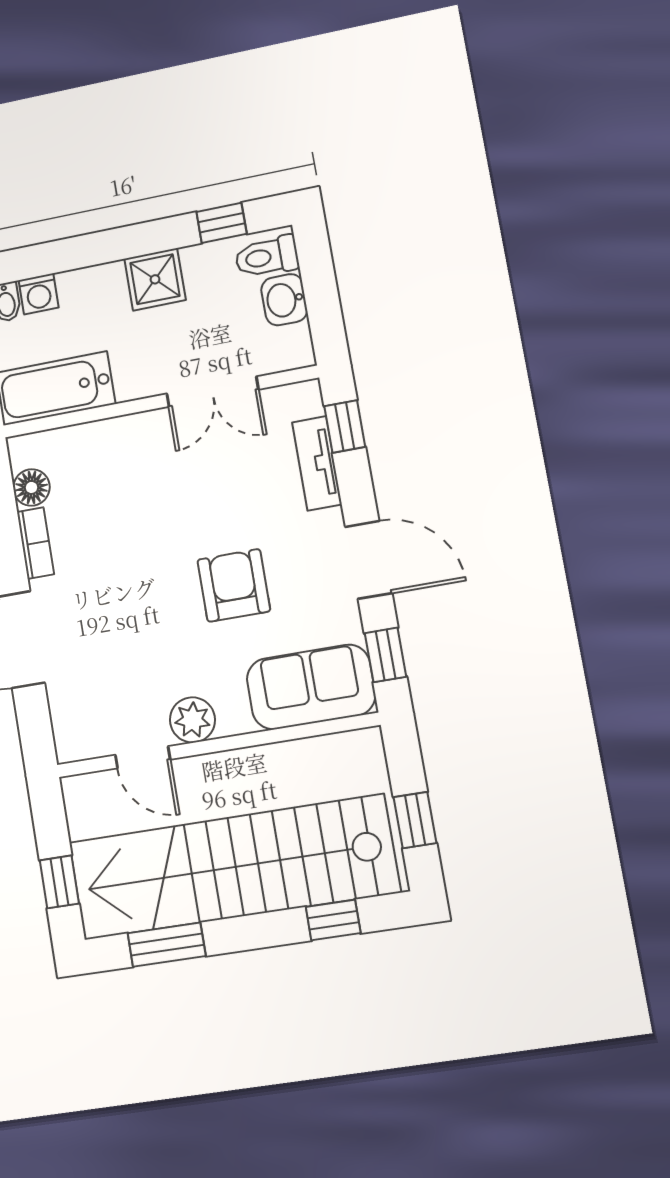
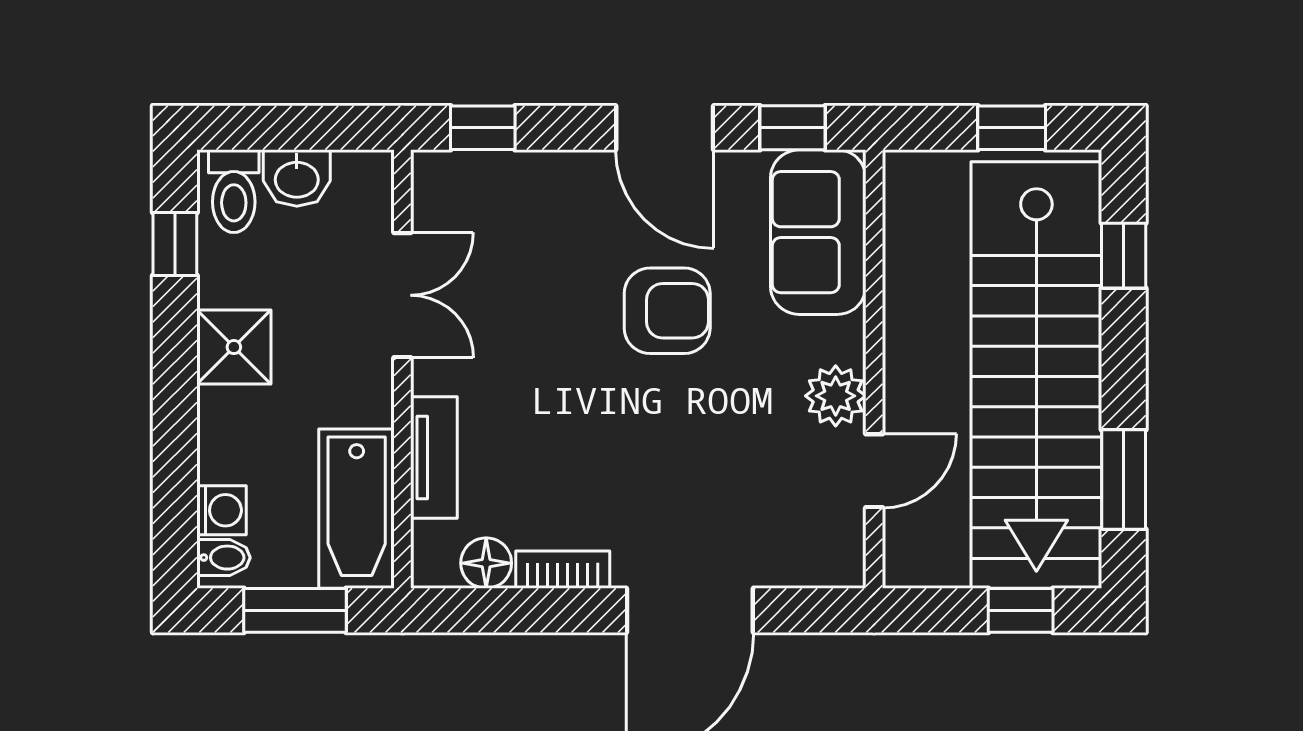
tv unit: (317, 463) -> (434, 458), moved, turned -90
door: (369, 560) -> (665, 128), swing flipped
armchair: (234, 585) -> (667, 311), turned 180

